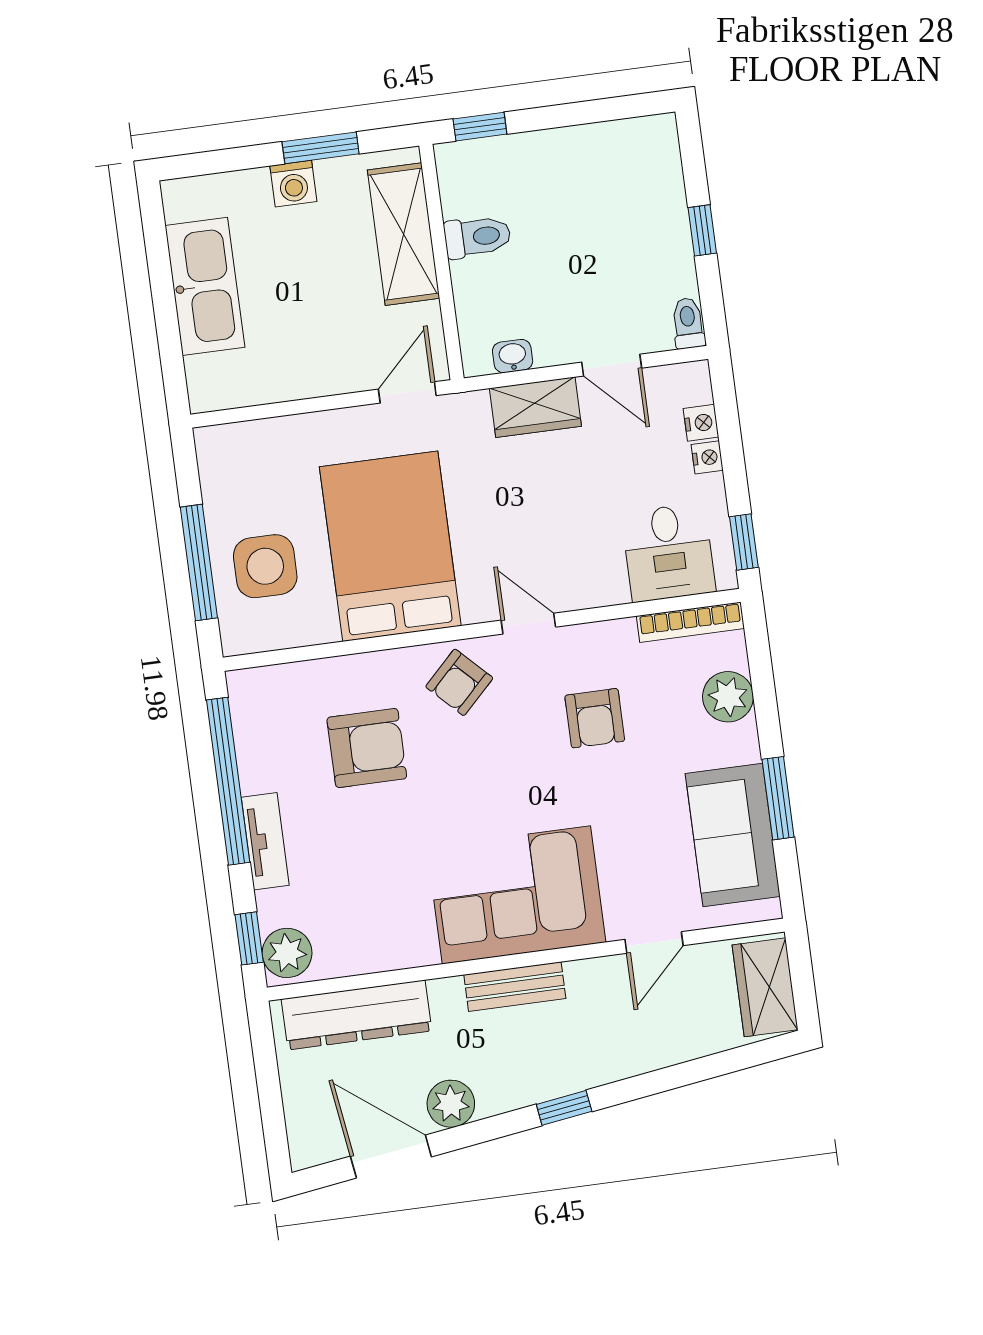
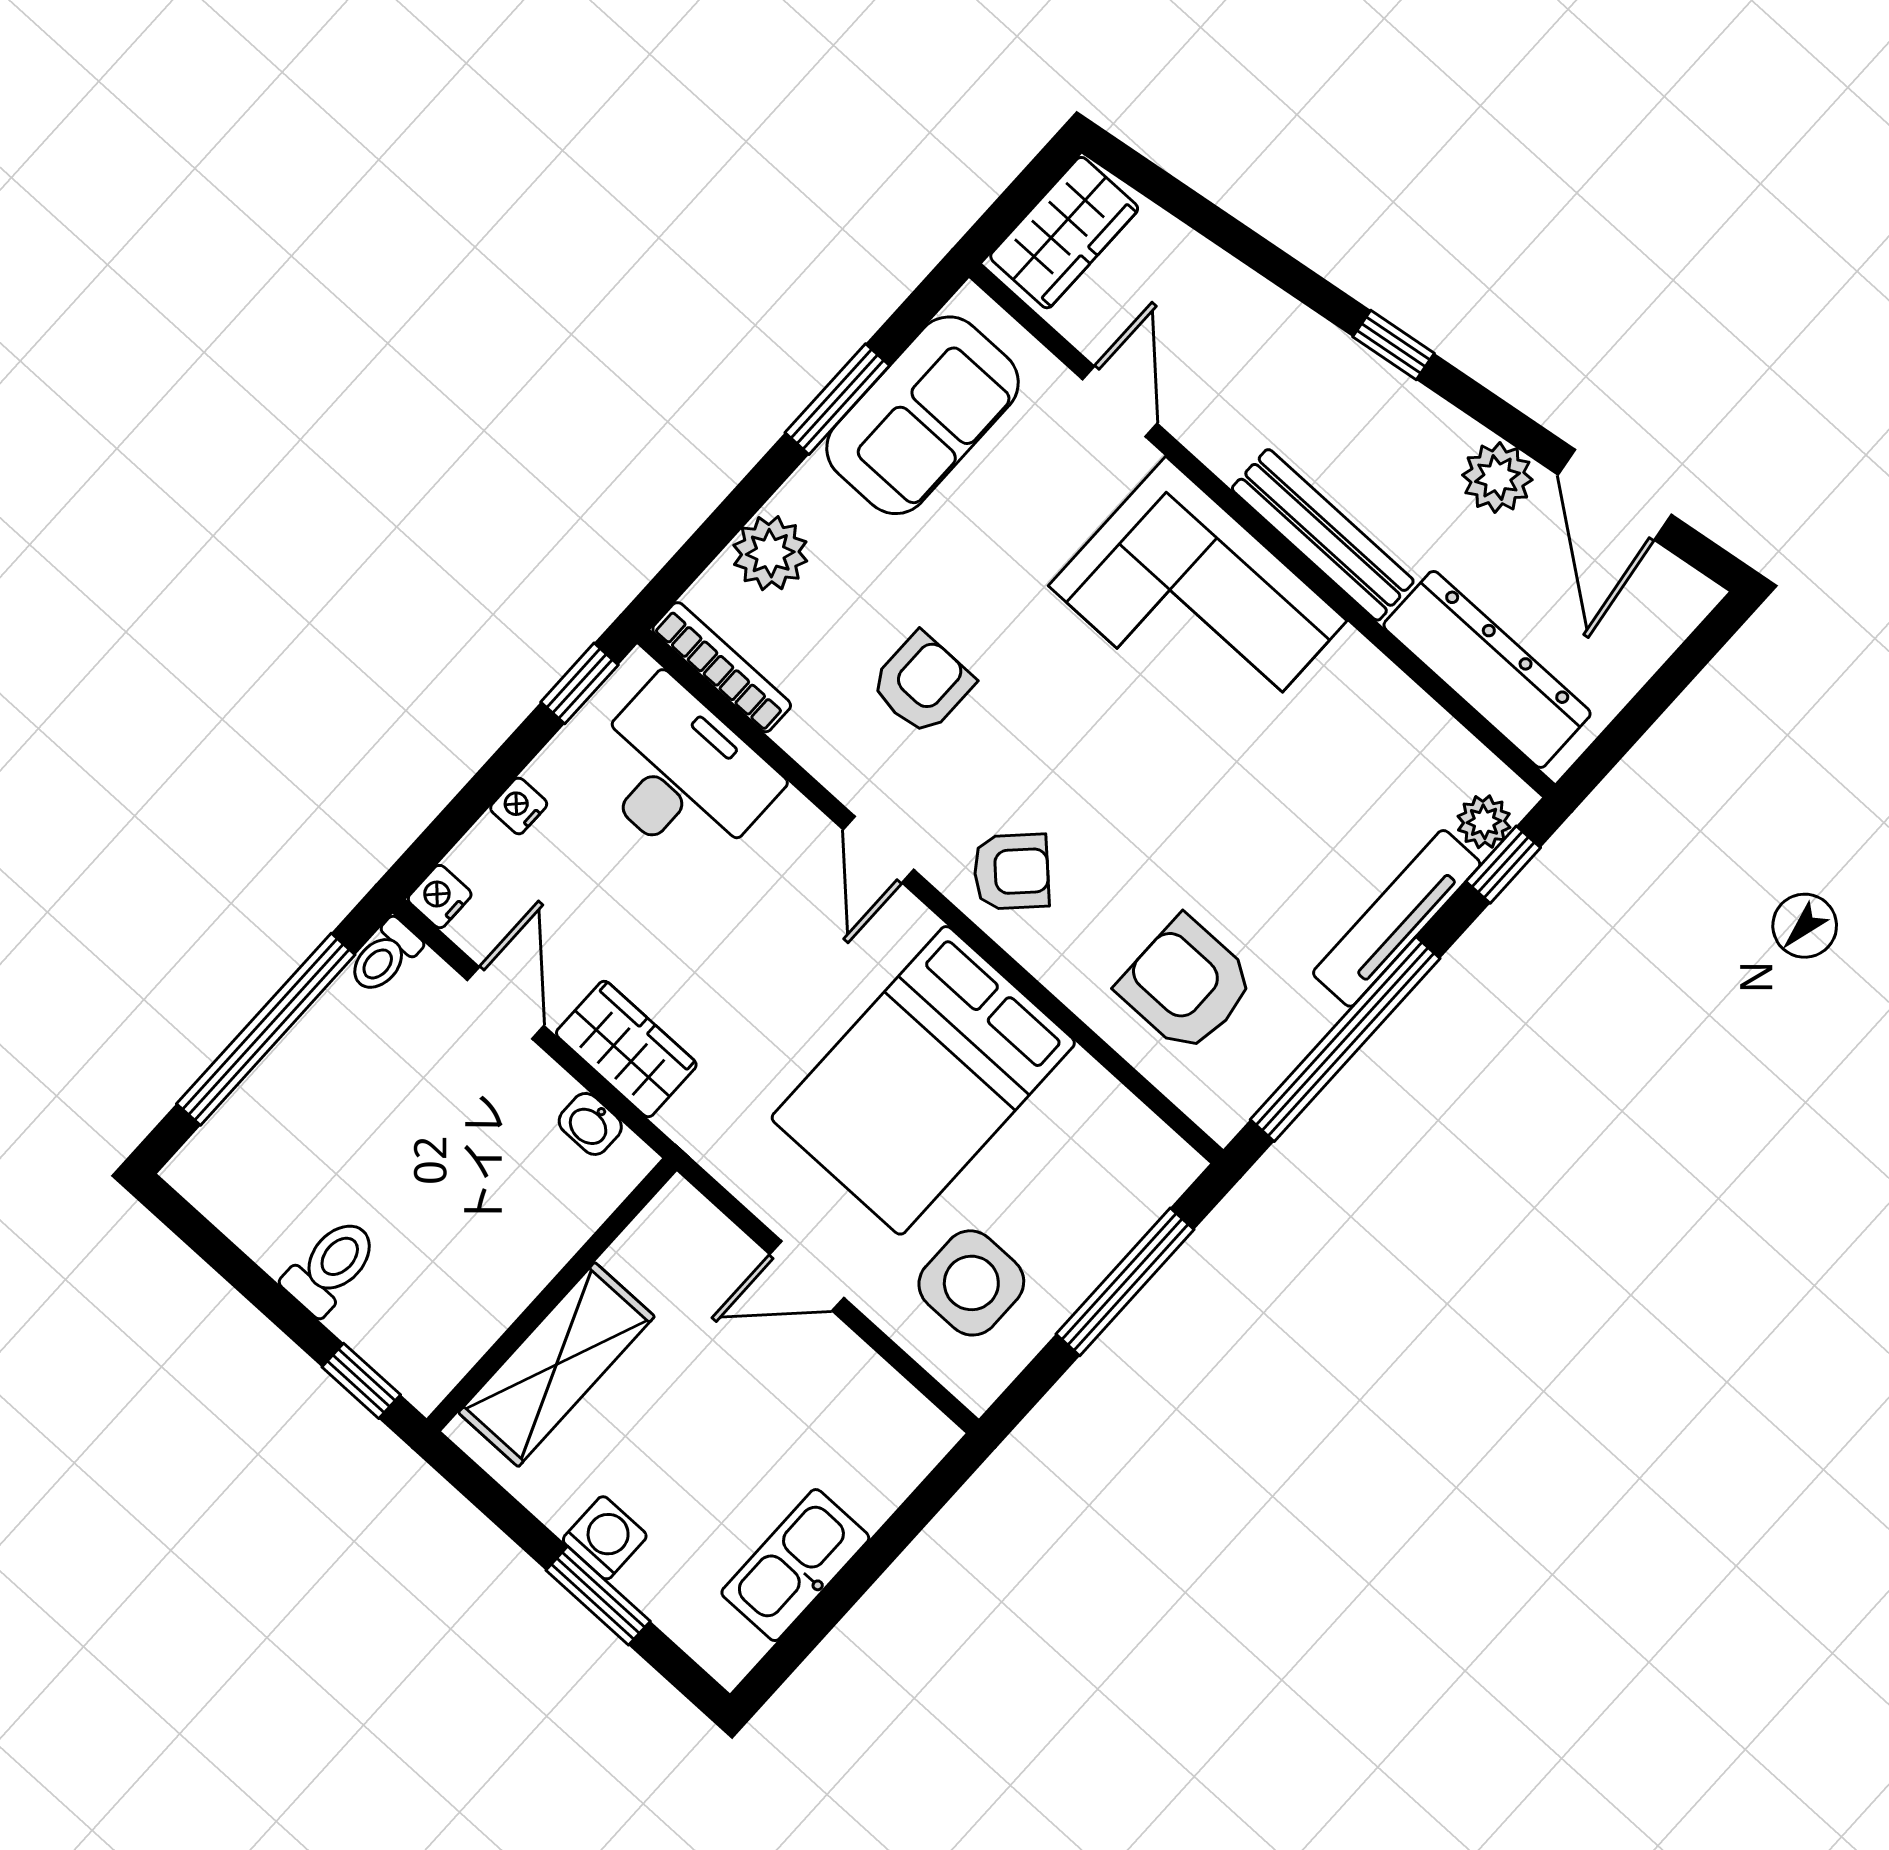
window: (321, 148) -> (598, 1596), moved
window: (702, 230) -> (266, 1029), width x3.17
toilet: (477, 237) -> (331, 1266), moved, turned 90
kitchen sink: (205, 286) -> (795, 1565), width x0.73, depth x0.81
door: (407, 392) -> (807, 1276), moved
nightstand: (701, 423) -> (440, 897), moved
desk: (668, 552) -> (681, 775), width x1.37
side table: (265, 566) -> (971, 1283), moved
armchair: (367, 748) -> (1186, 985), moved
tv unit: (265, 841) -> (1397, 918), width x1.41
door: (654, 942) -> (1120, 401), hinge flipped
plant: (287, 953) -> (1484, 822), width x0.73, depth x0.73
bench: (515, 987) -> (1323, 535), width x1.36

